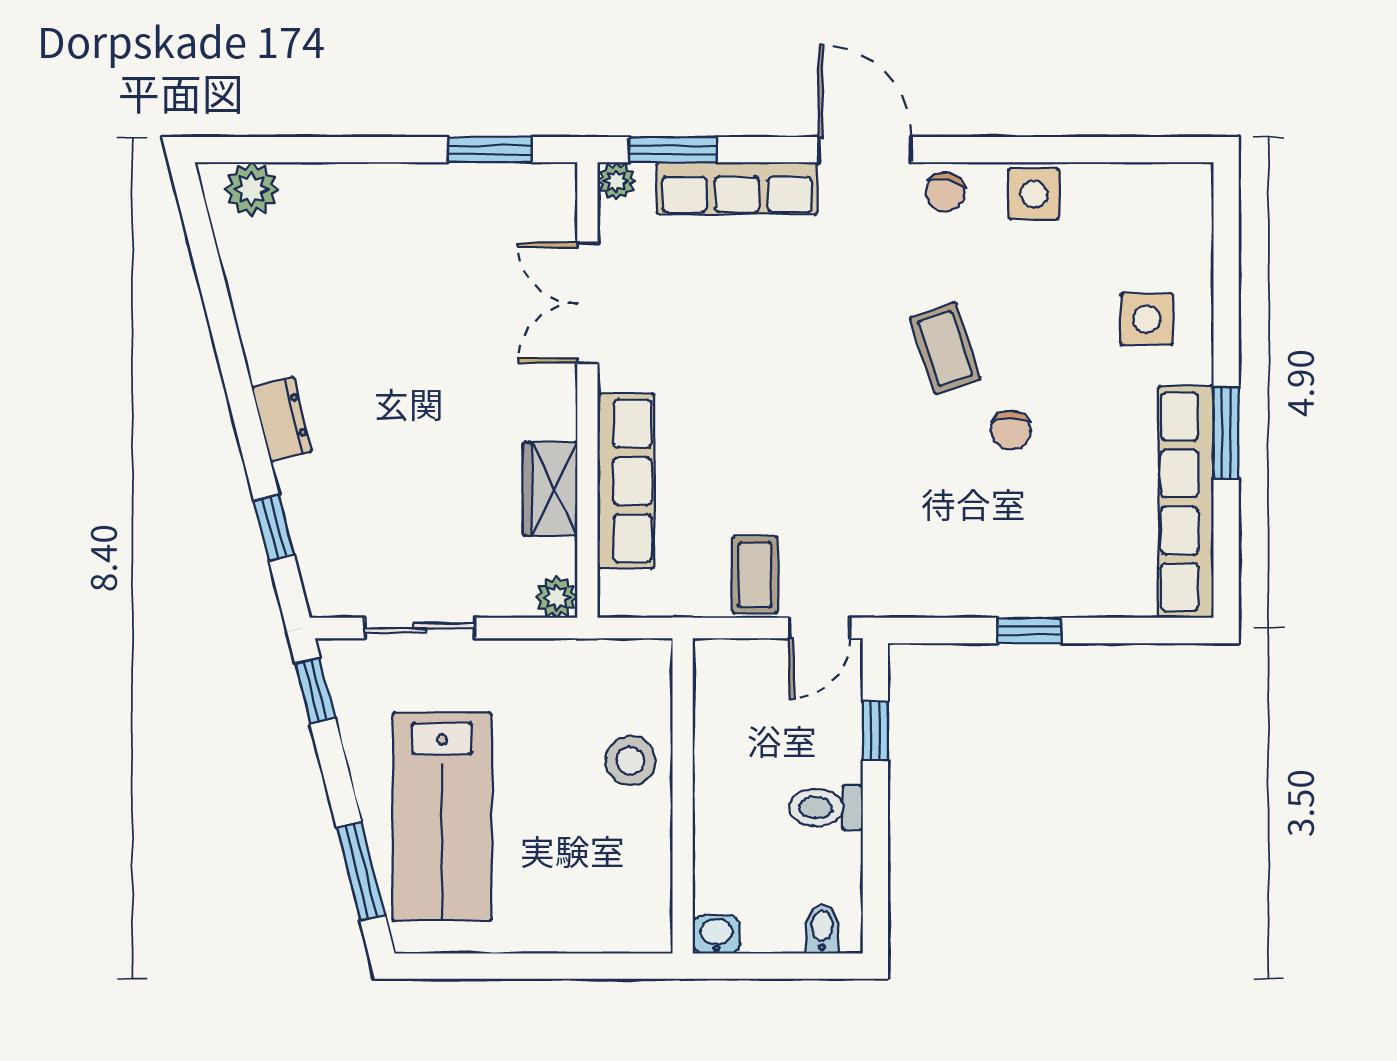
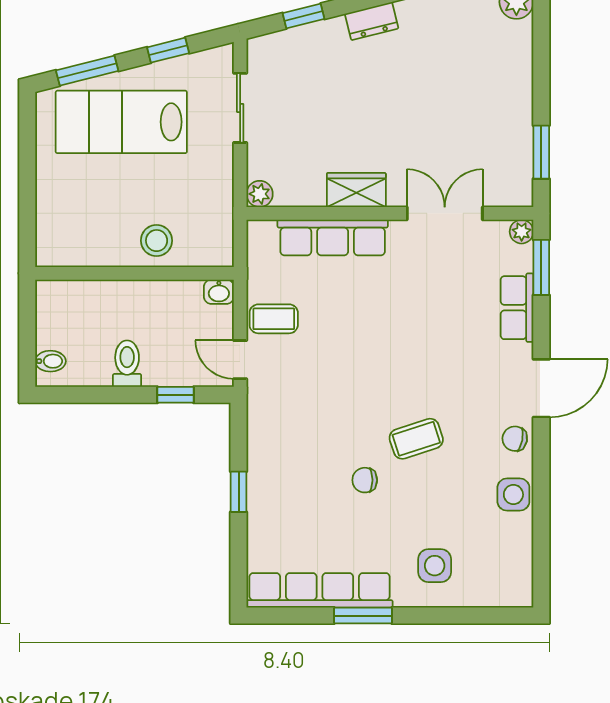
row of seats: (737, 188) -> (517, 308), width x0.68
wardrobe: (550, 489) -> (356, 190), moved
window: (315, 691) -> (168, 50), moved
washbasin: (716, 934) -> (219, 292), moved, turned 90

